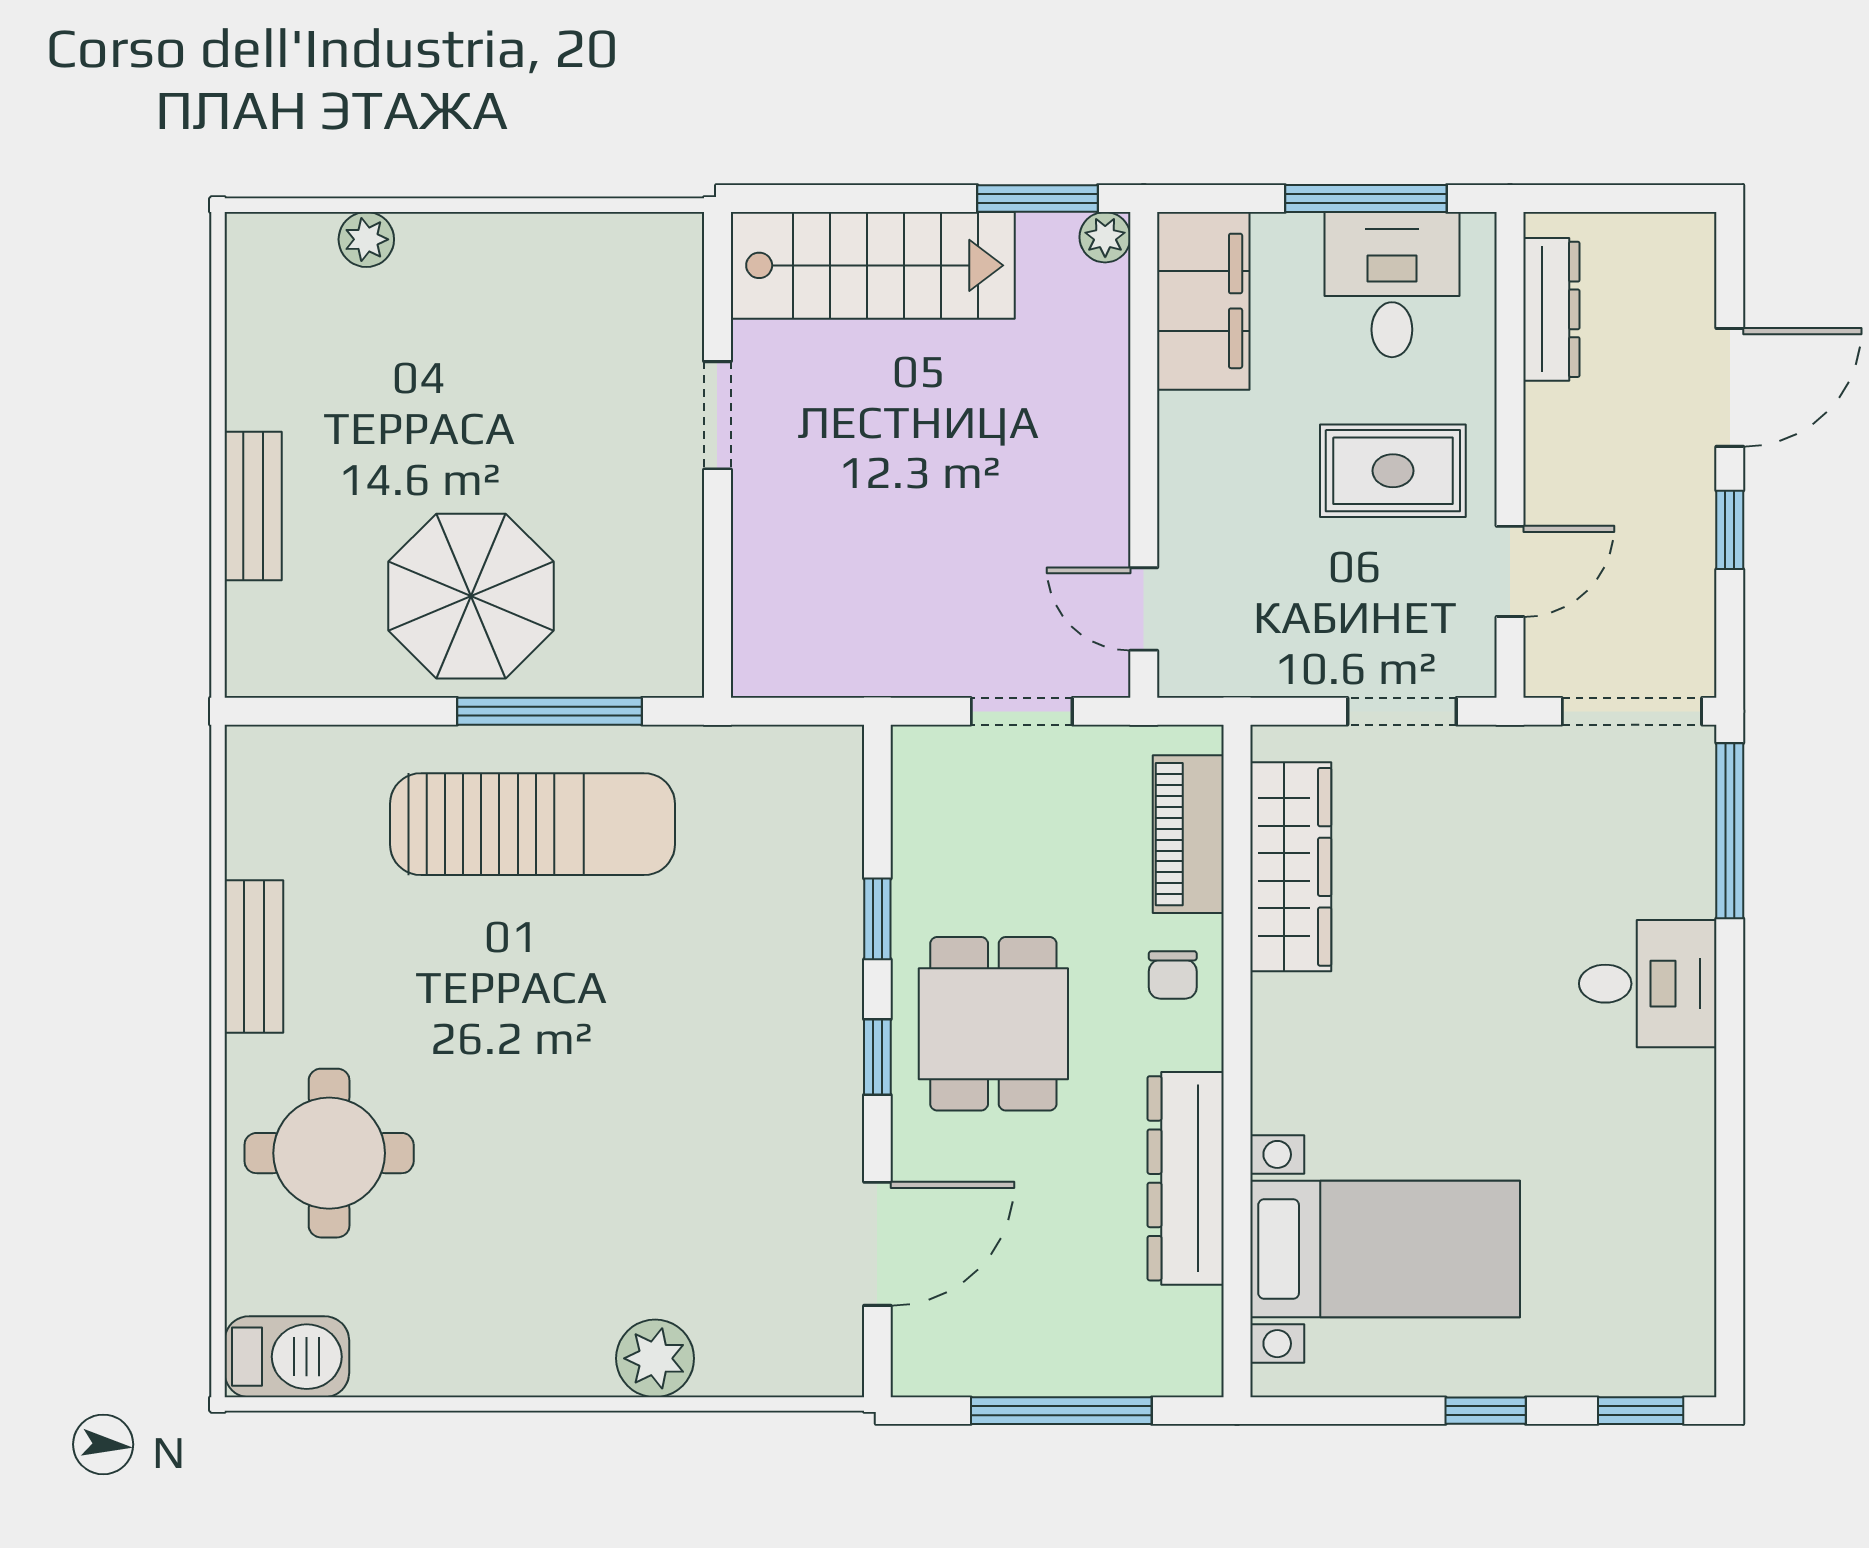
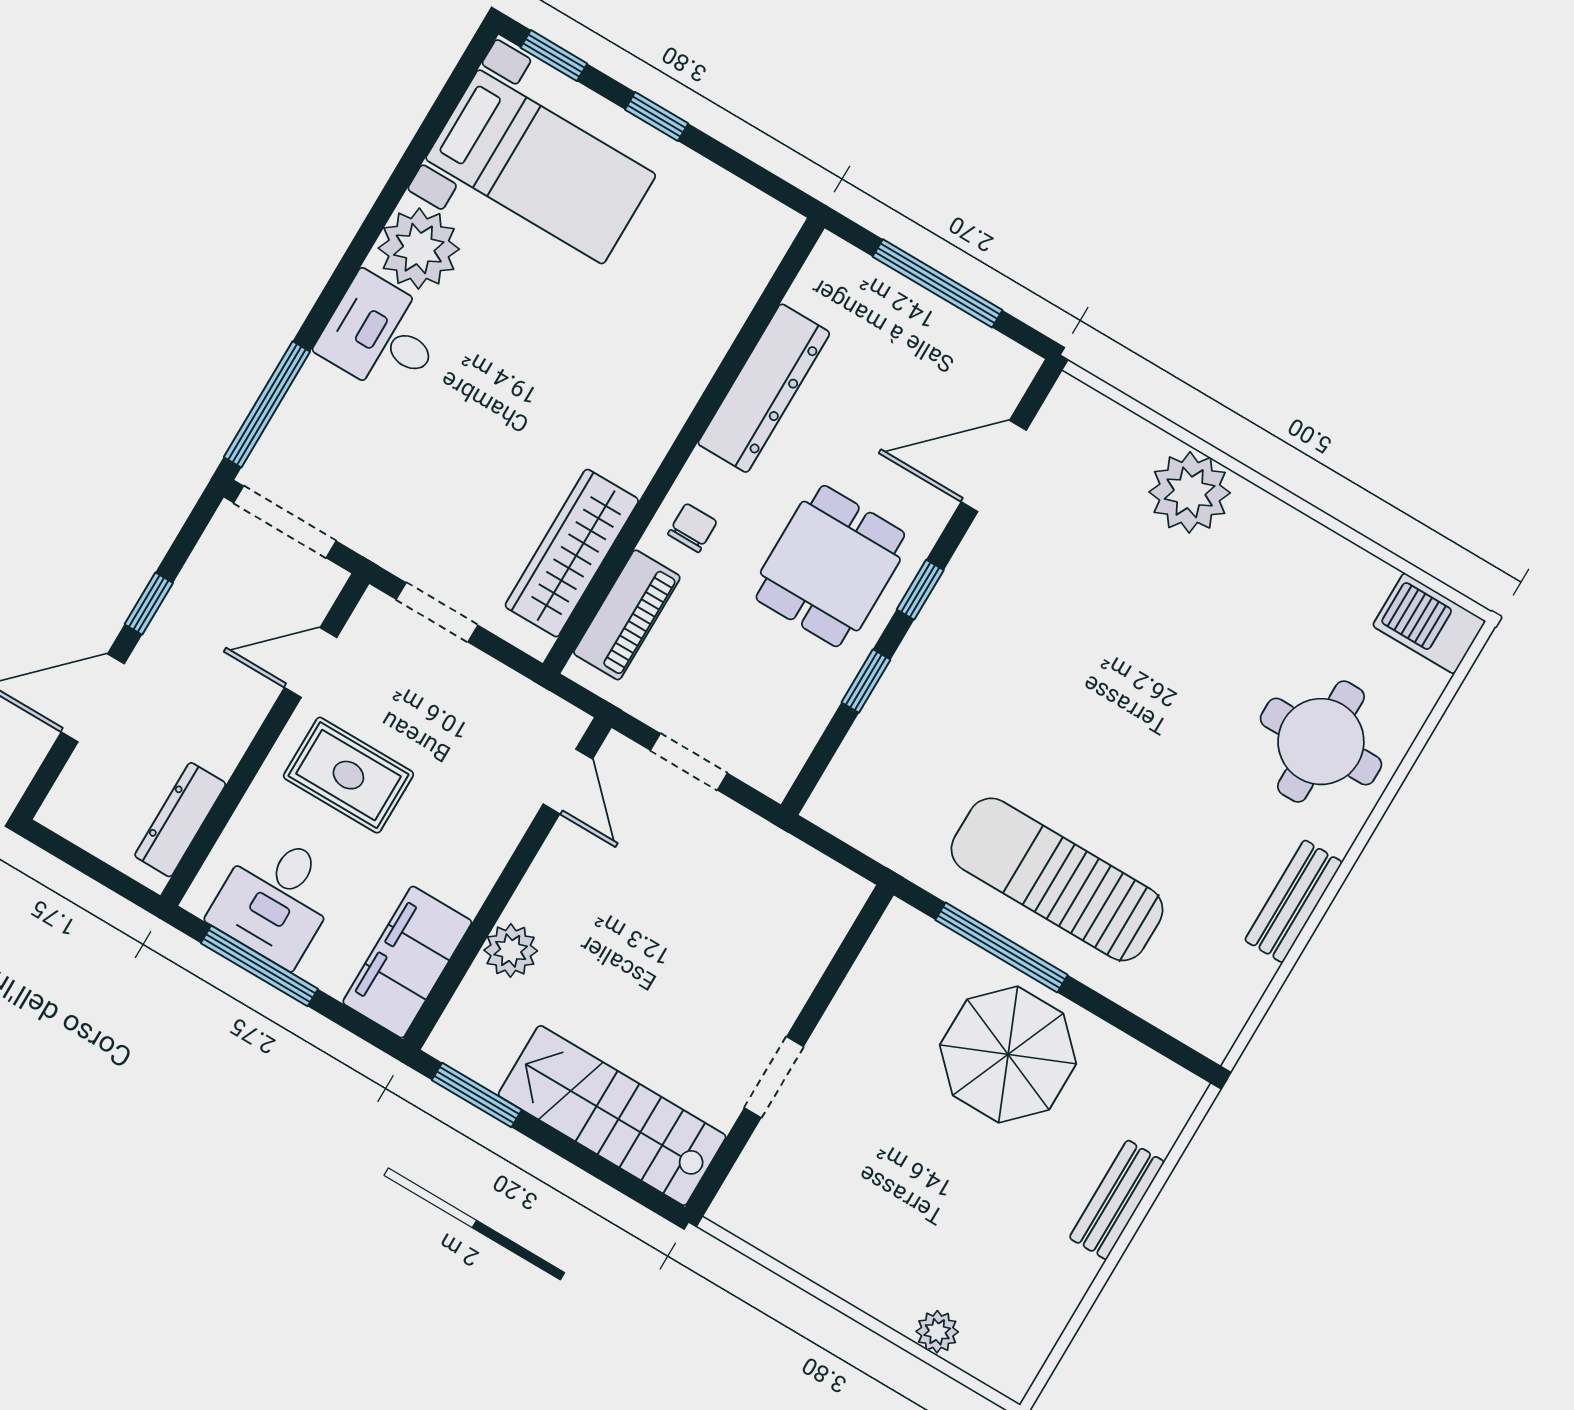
plant: (1105, 237) -> (511, 950), moved, width x1.38, depth x1.38
plant: (1664, 1105) -> (419, 249), added
bed with nightstands: (1385, 1249) -> (541, 167), moved, turned 180
plant: (655, 1358) -> (1190, 492), width x1.36, depth x1.36

